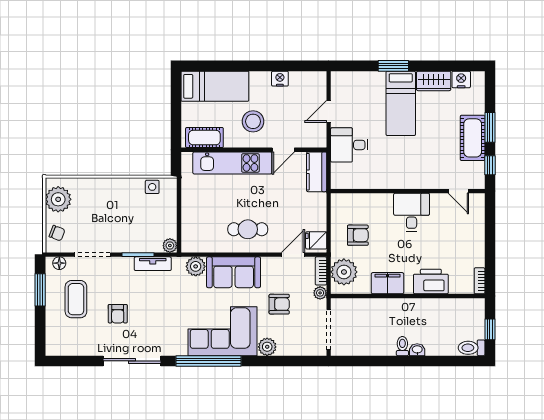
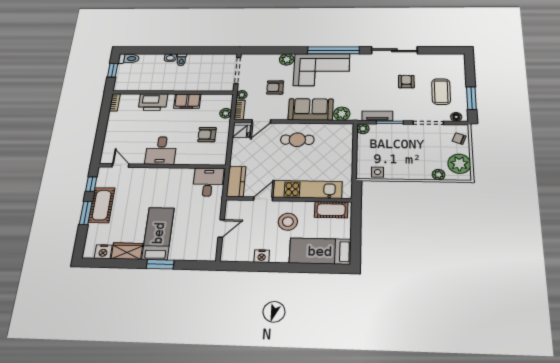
desk: (349, 145) -> (208, 182), moved, turned -90
plant: (82, 185) -> (439, 175), added
plant: (344, 272) -> (226, 113), width x0.53, depth x0.53

